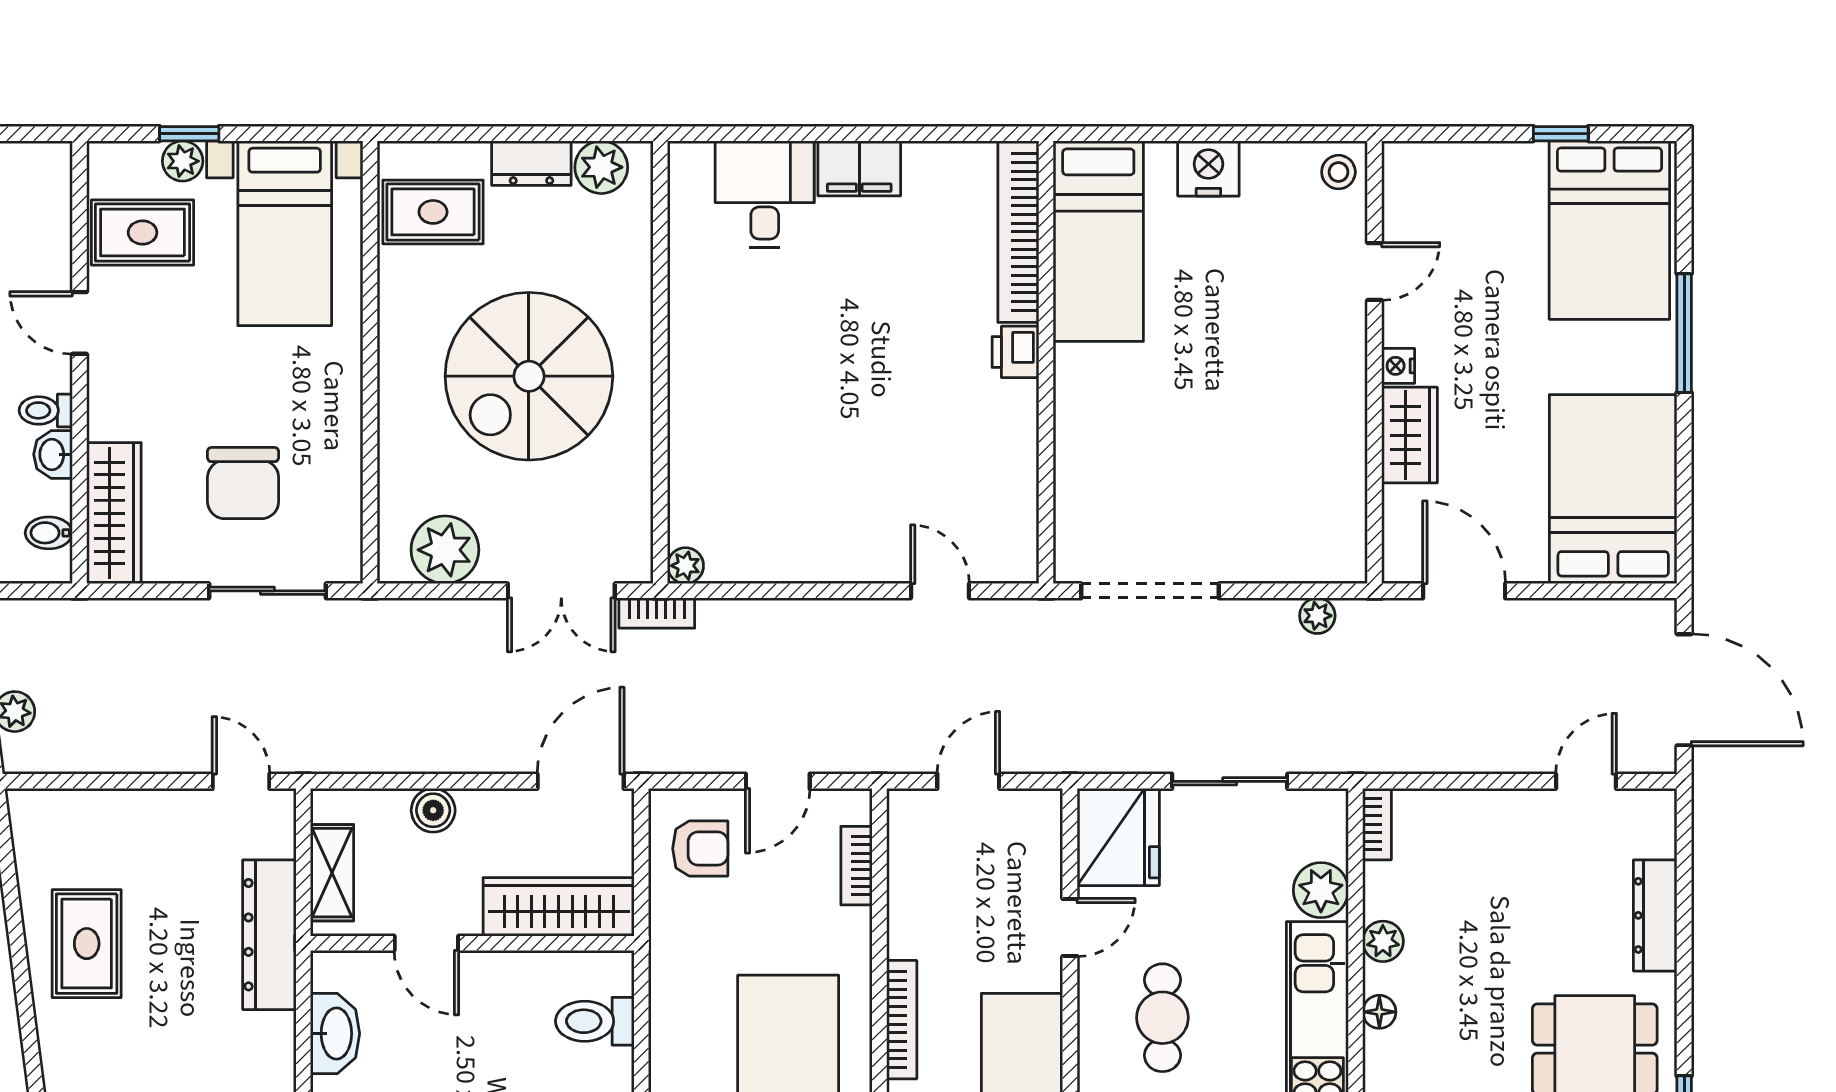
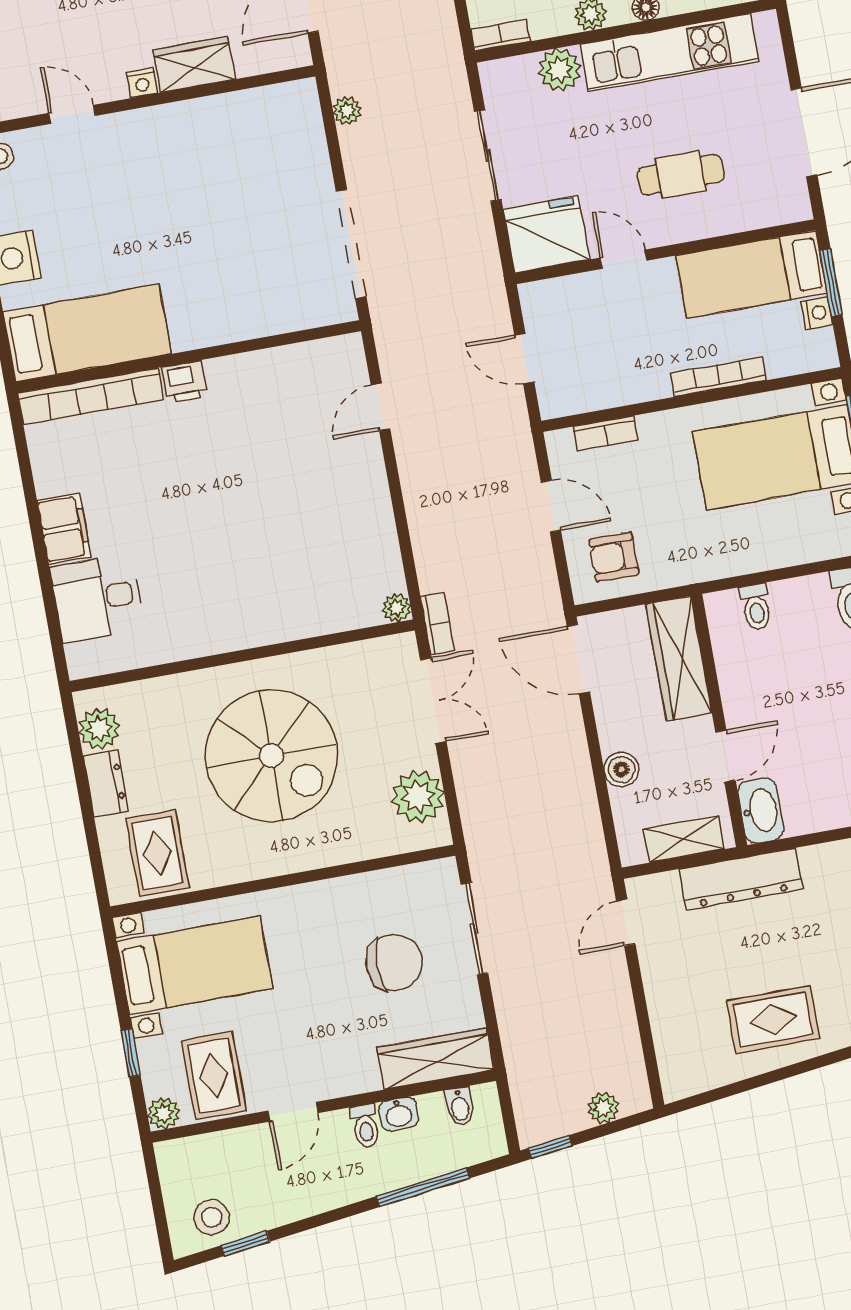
plant: (183, 161) -> (163, 1113), moved
armchair: (700, 848) -> (614, 557), turned -90
toilet: (595, 1021) -> (756, 607), width x0.73, depth x0.72
washbasin: (335, 1034) -> (761, 811), moved, turned 90

